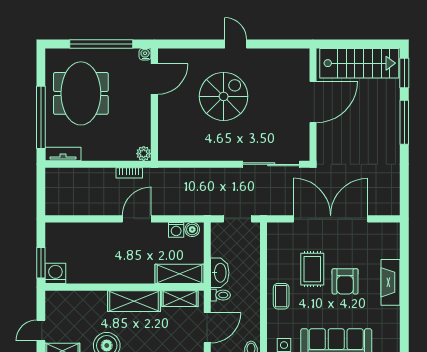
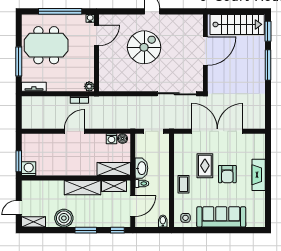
meeting table: (81, 93) -> (46, 45), turned 90
window: (41, 117) -> (19, 62), width x0.68
door: (137, 219) -> (74, 131), moved

